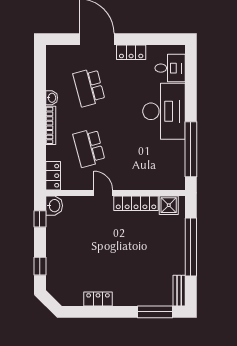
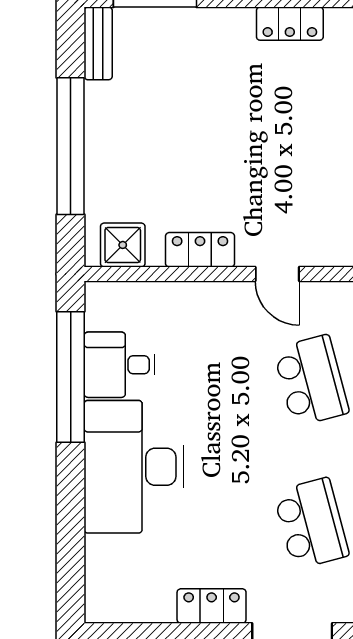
desk: (170, 68) -> (120, 365), moved
locker: (136, 203) -> (200, 250), width x0.66

